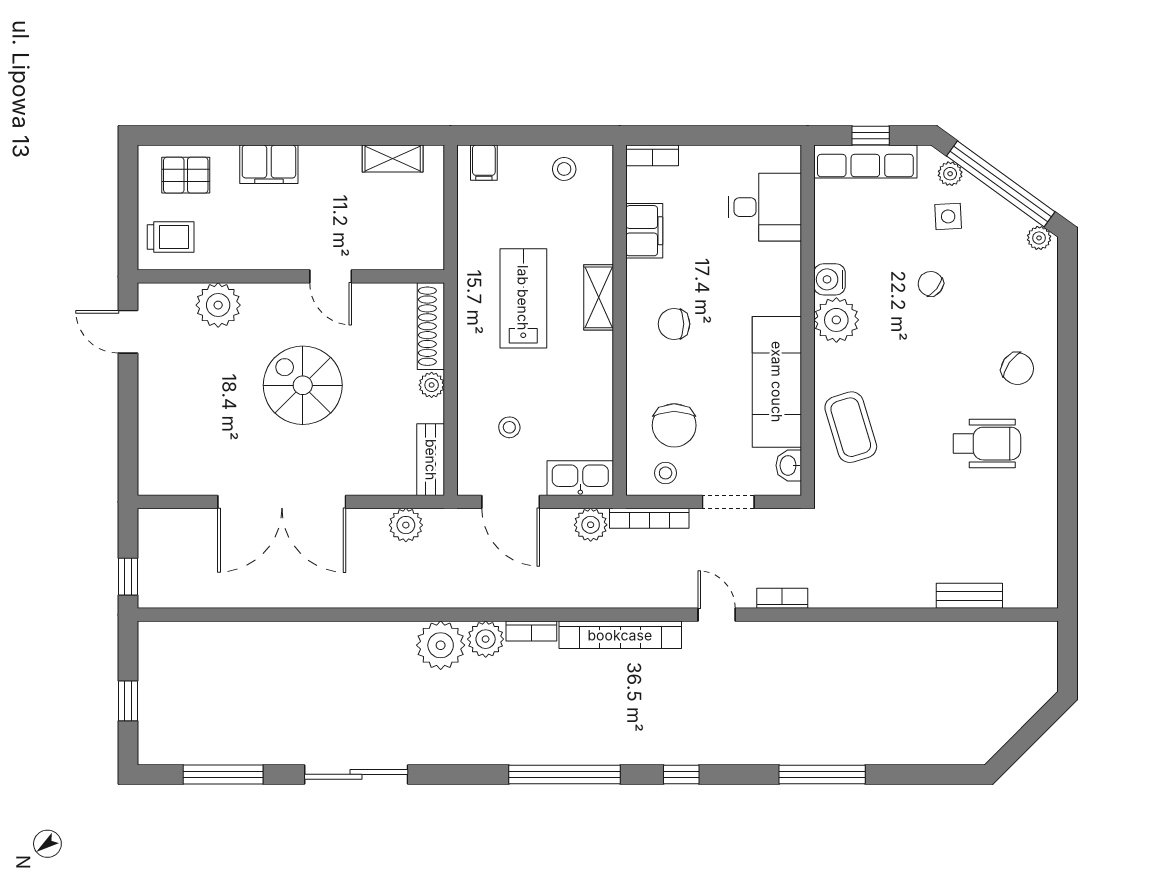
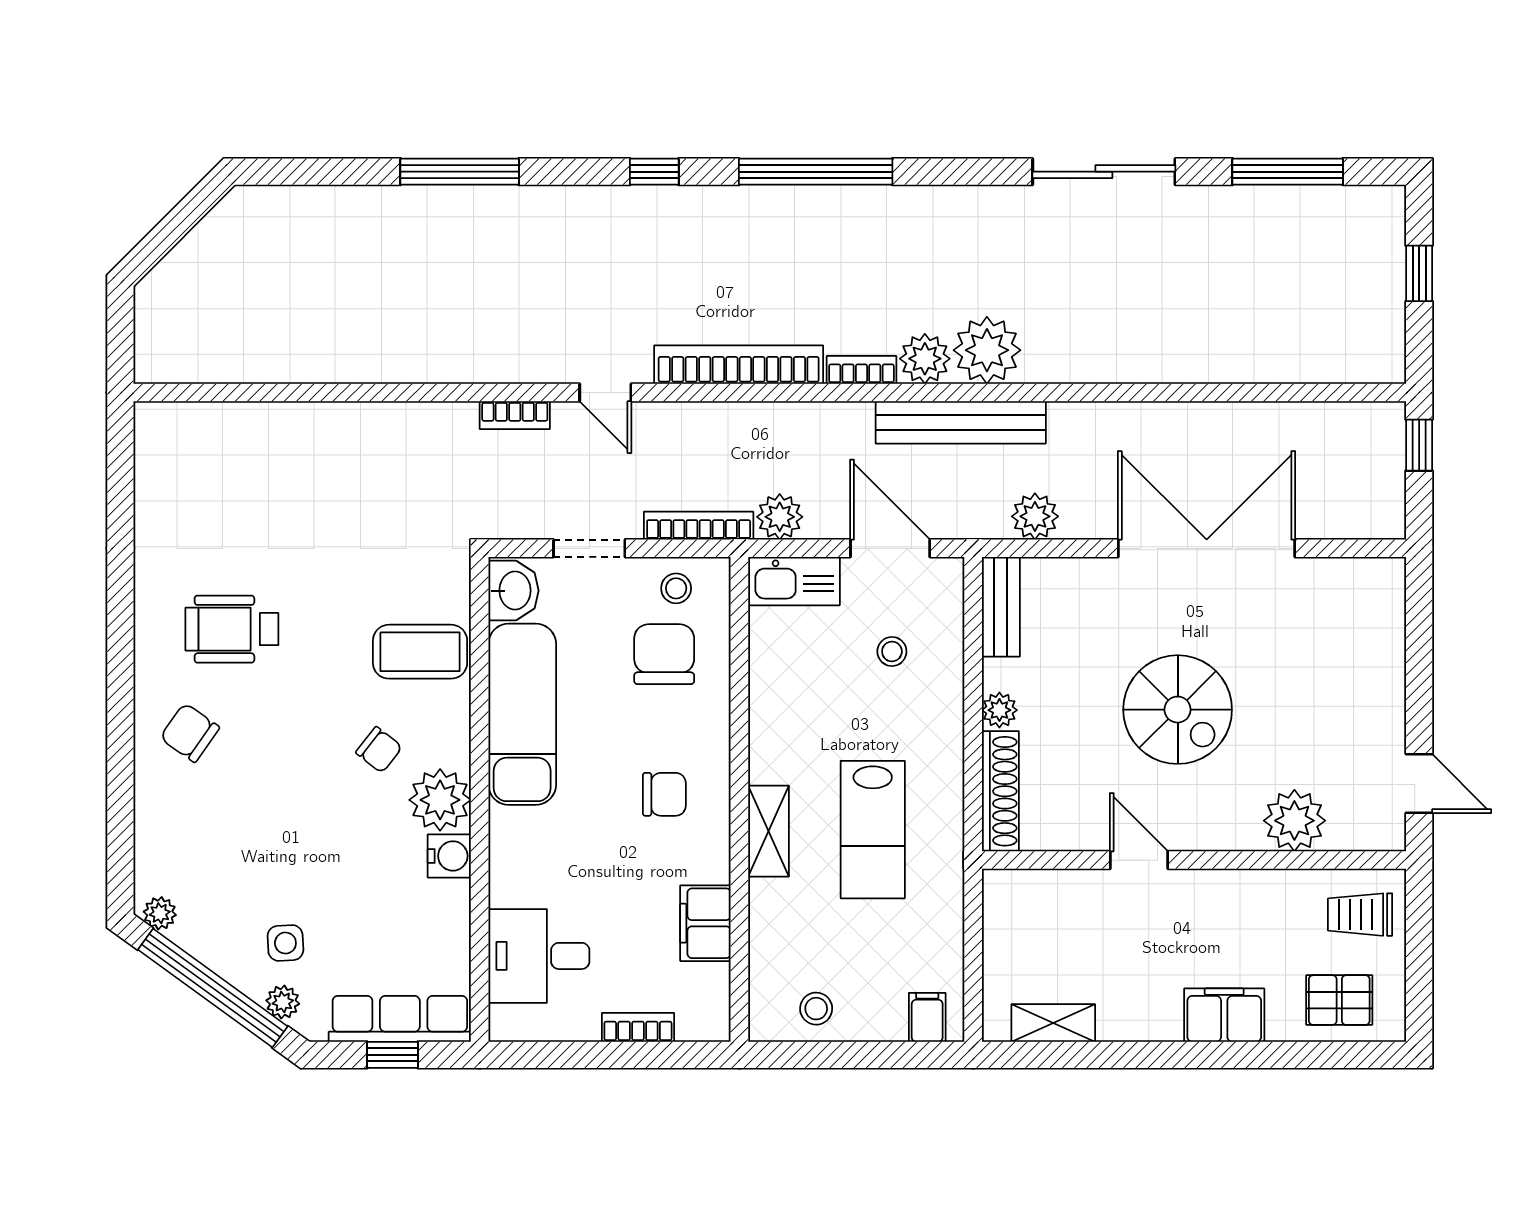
bookcase: (652, 155) -> (638, 1027), moved
chair: (931, 284) -> (379, 750), moved
coffee table: (851, 427) -> (420, 652), turned -73
washbasin: (789, 465) -> (513, 591), width x1.38, depth x1.45
bench: (969, 596) -> (961, 422), moved, width x1.86, depth x1.21

